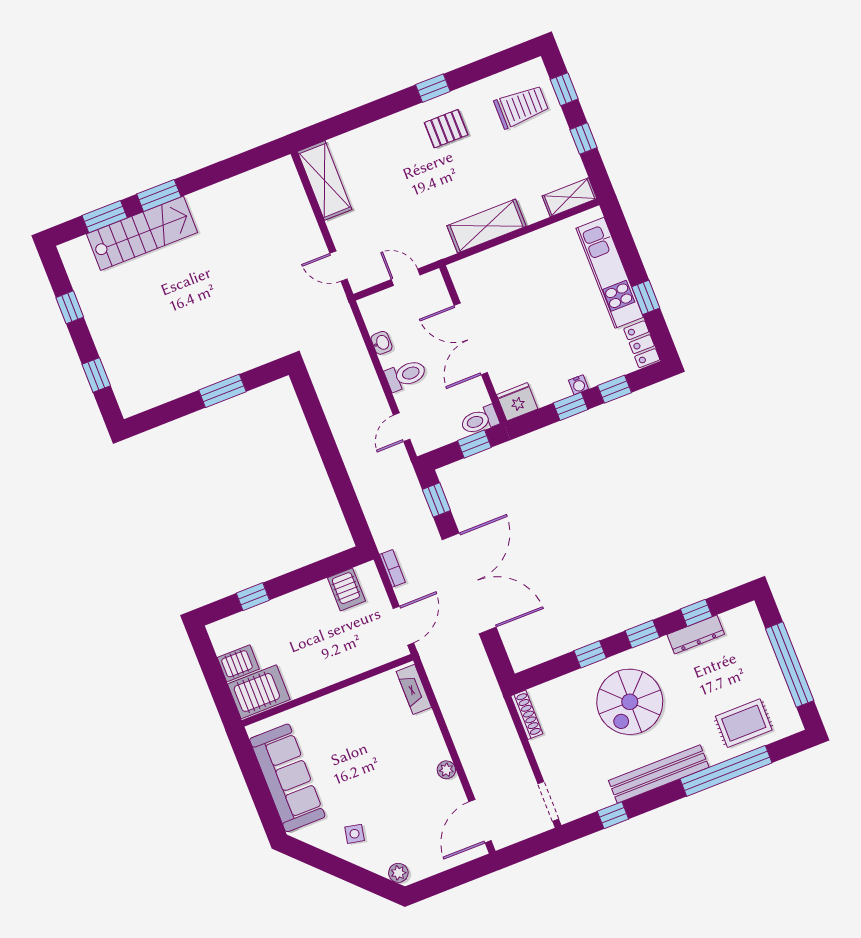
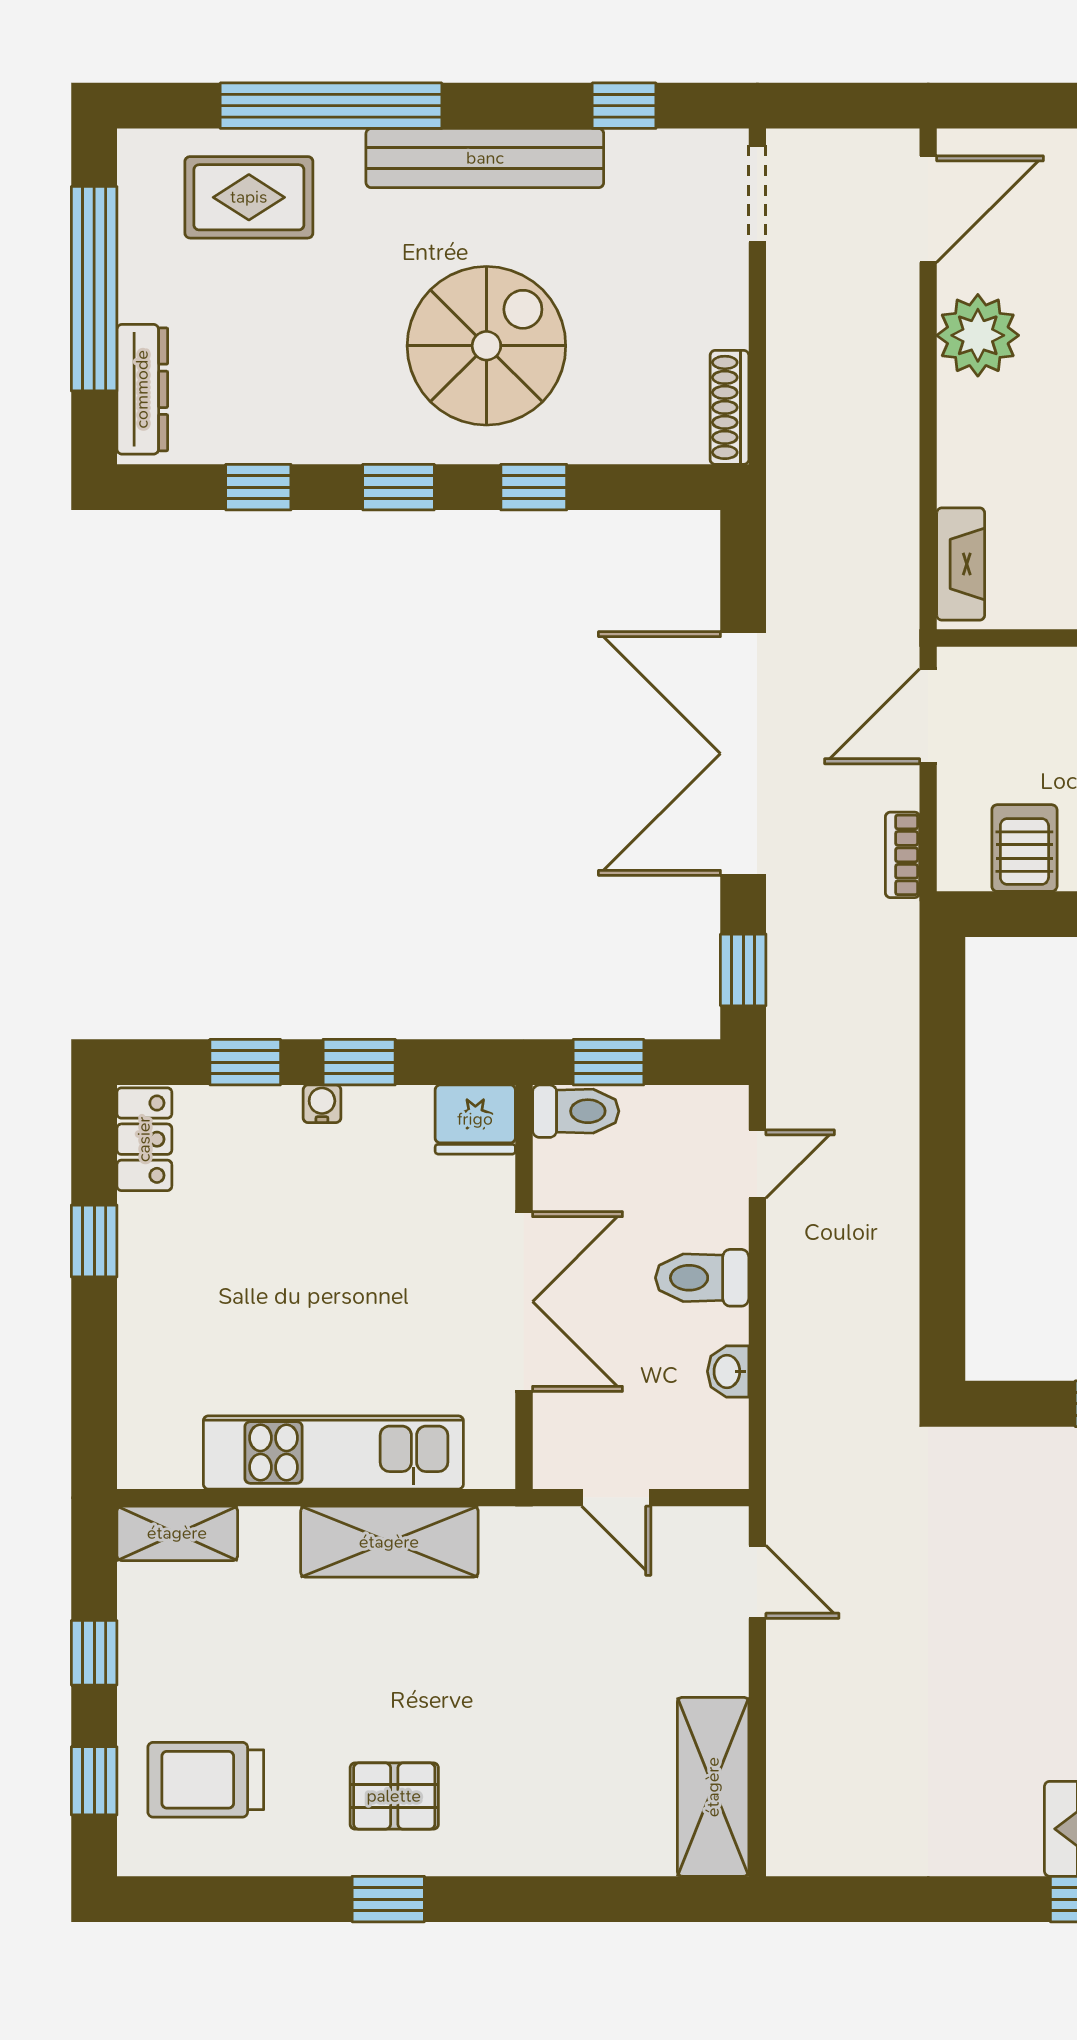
kitchen unit: (610, 273) -> (333, 1452), moved, turned -90
dresser: (696, 634) -> (142, 389), moved, turned 90
plant: (446, 770) -> (978, 335), width x1.87, depth x1.87

